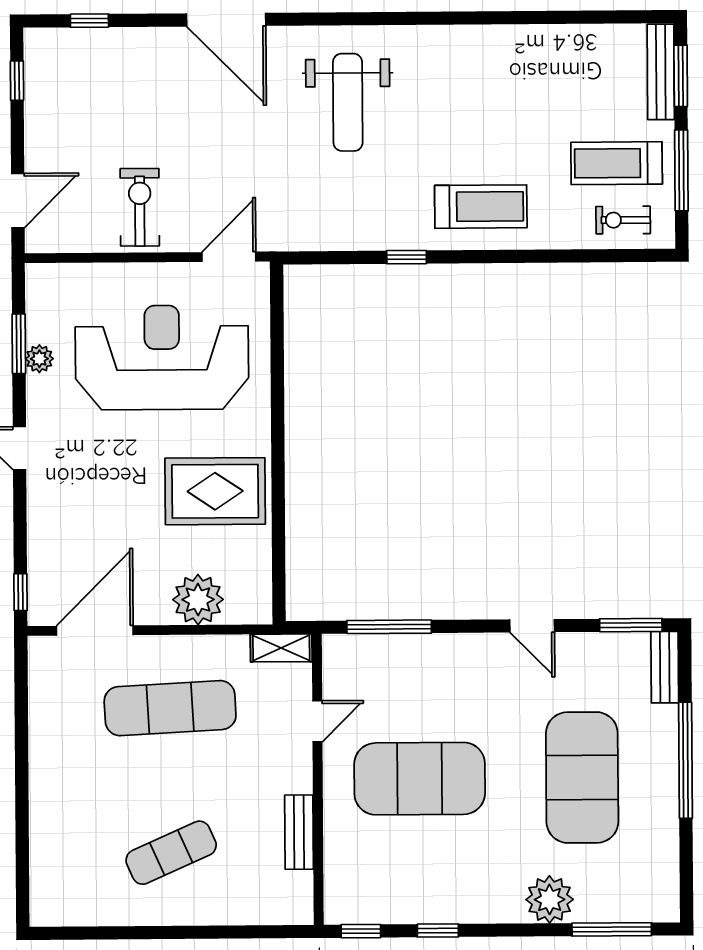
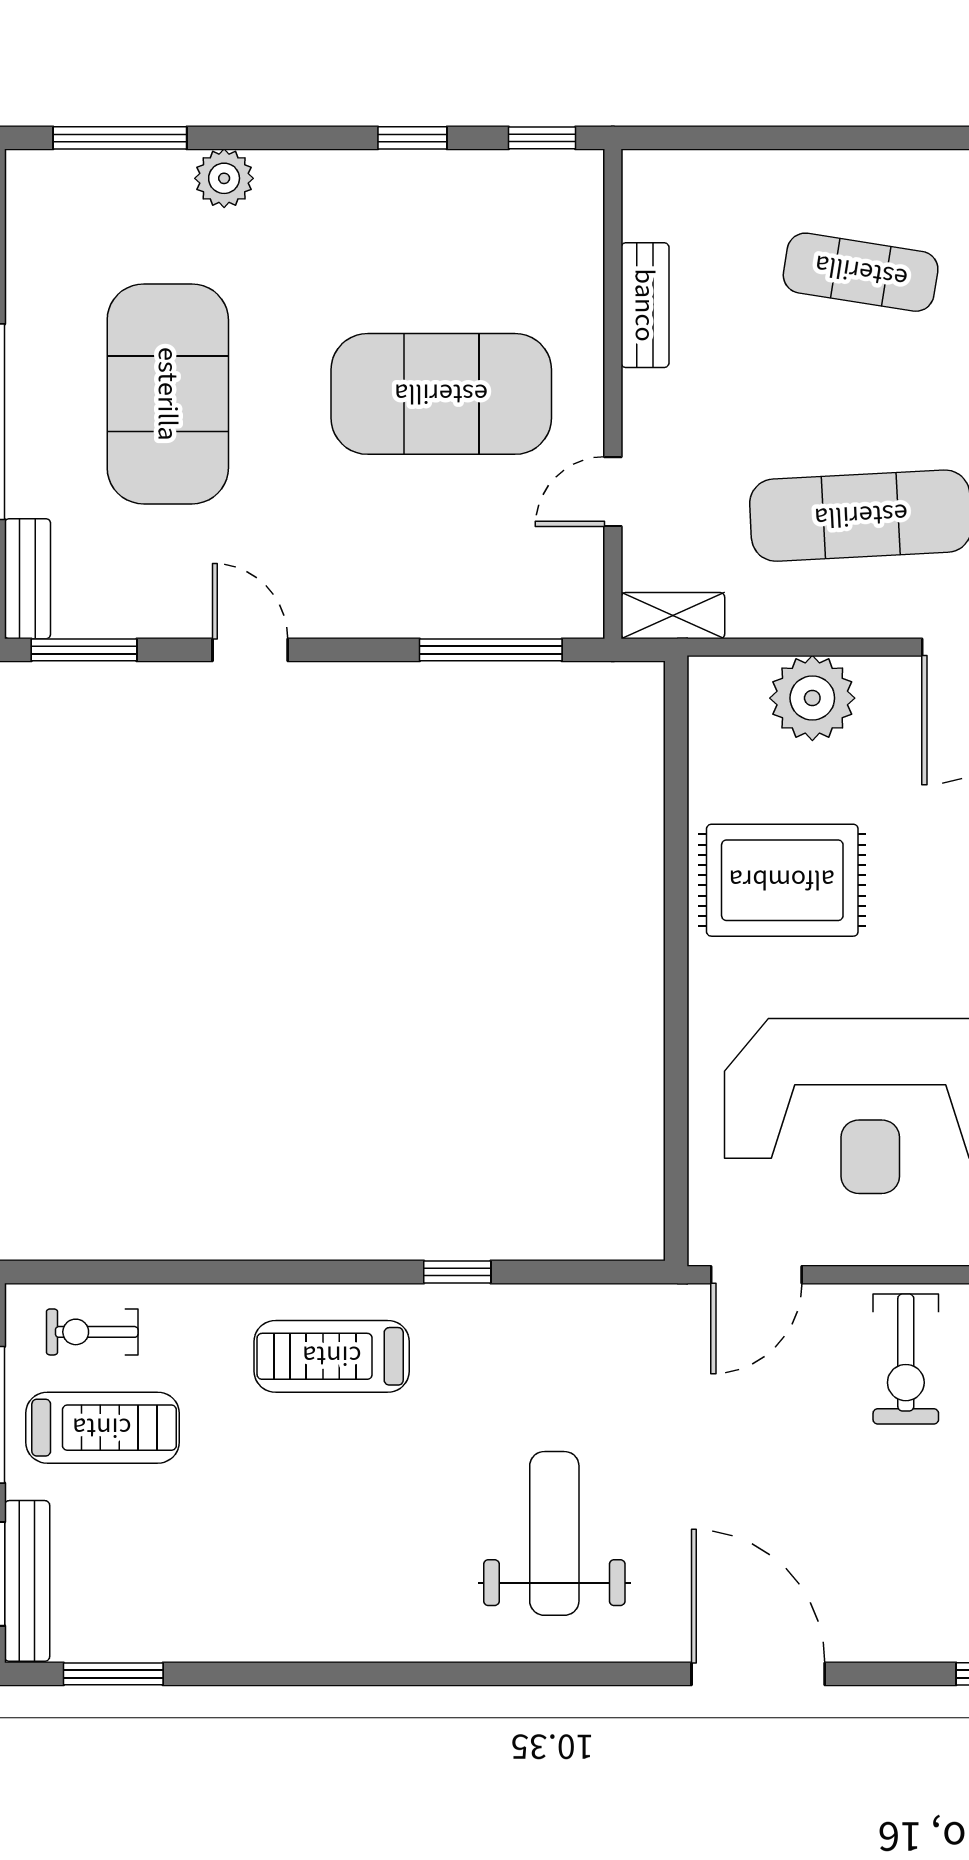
window: (609, 17) -> (113, 1674), added
exercise bike: (623, 220) -> (92, 1332), turned 180
exercise mat: (171, 853) -> (861, 272), turned 33
plant: (550, 899) -> (224, 178), width x0.73, depth x0.73

